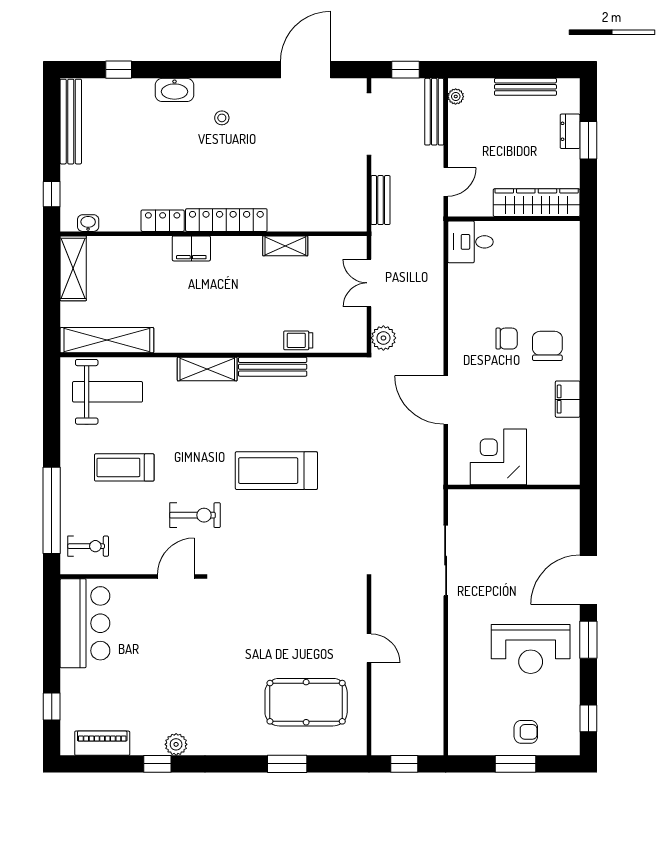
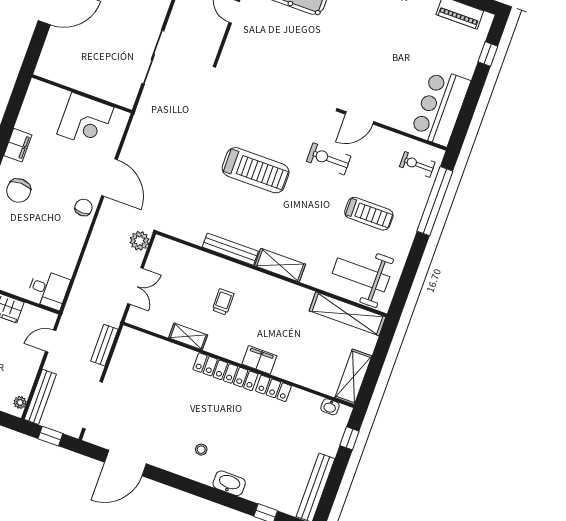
chair: (507, 339) -> (83, 208), moved, turned 90
trolley: (298, 340) -> (223, 302), moved, turned -90

